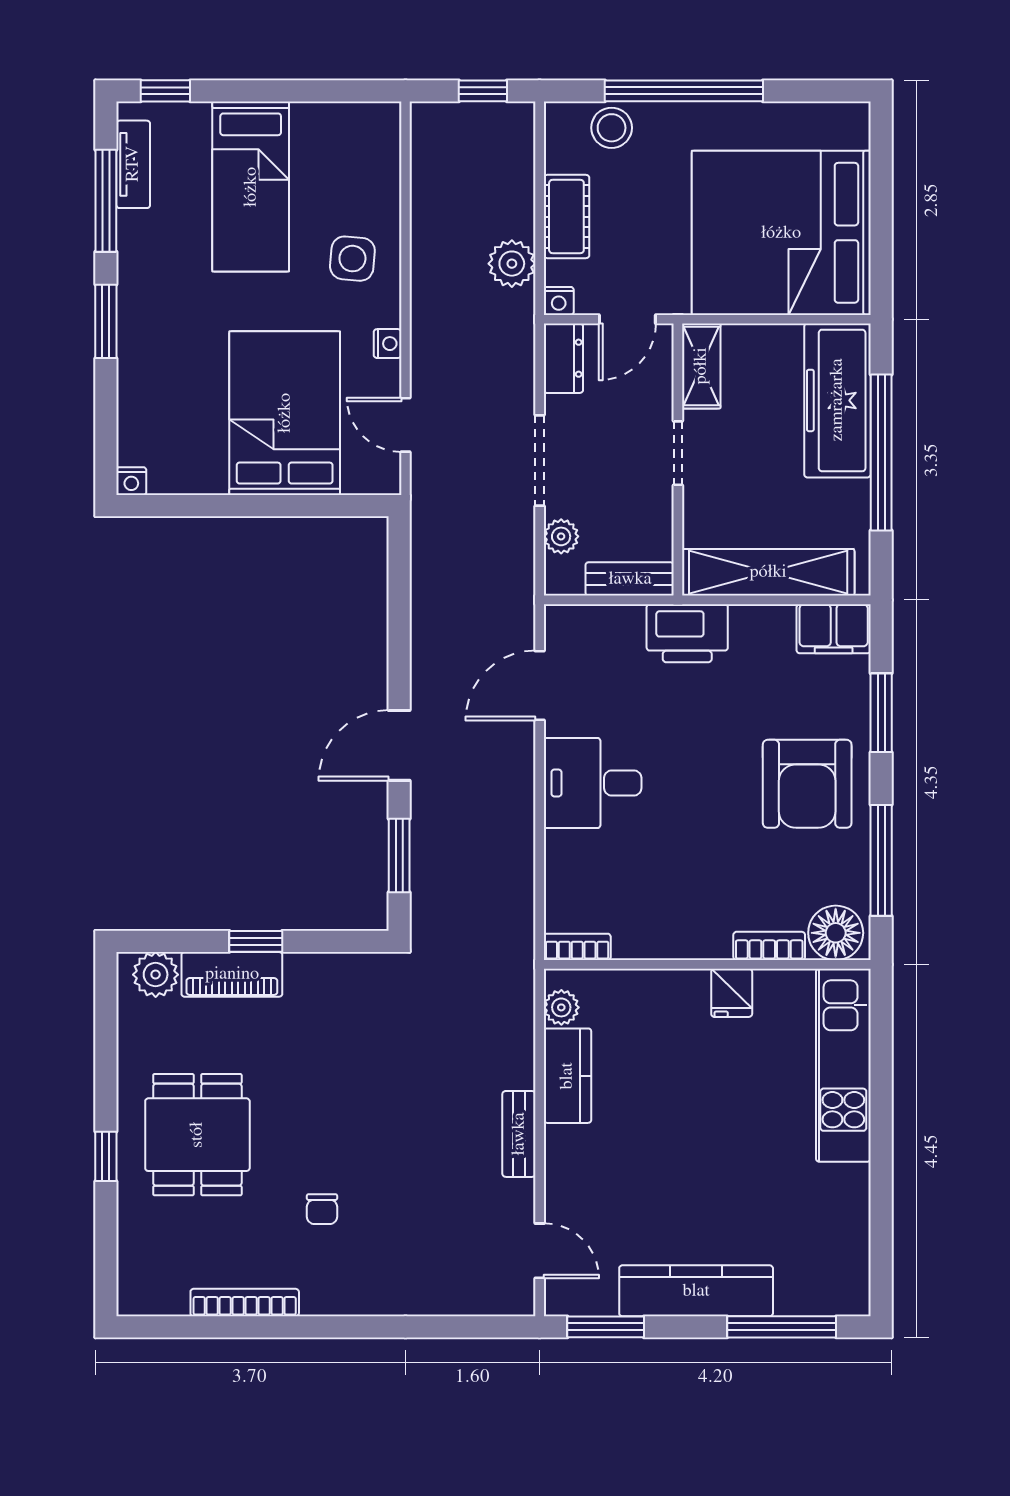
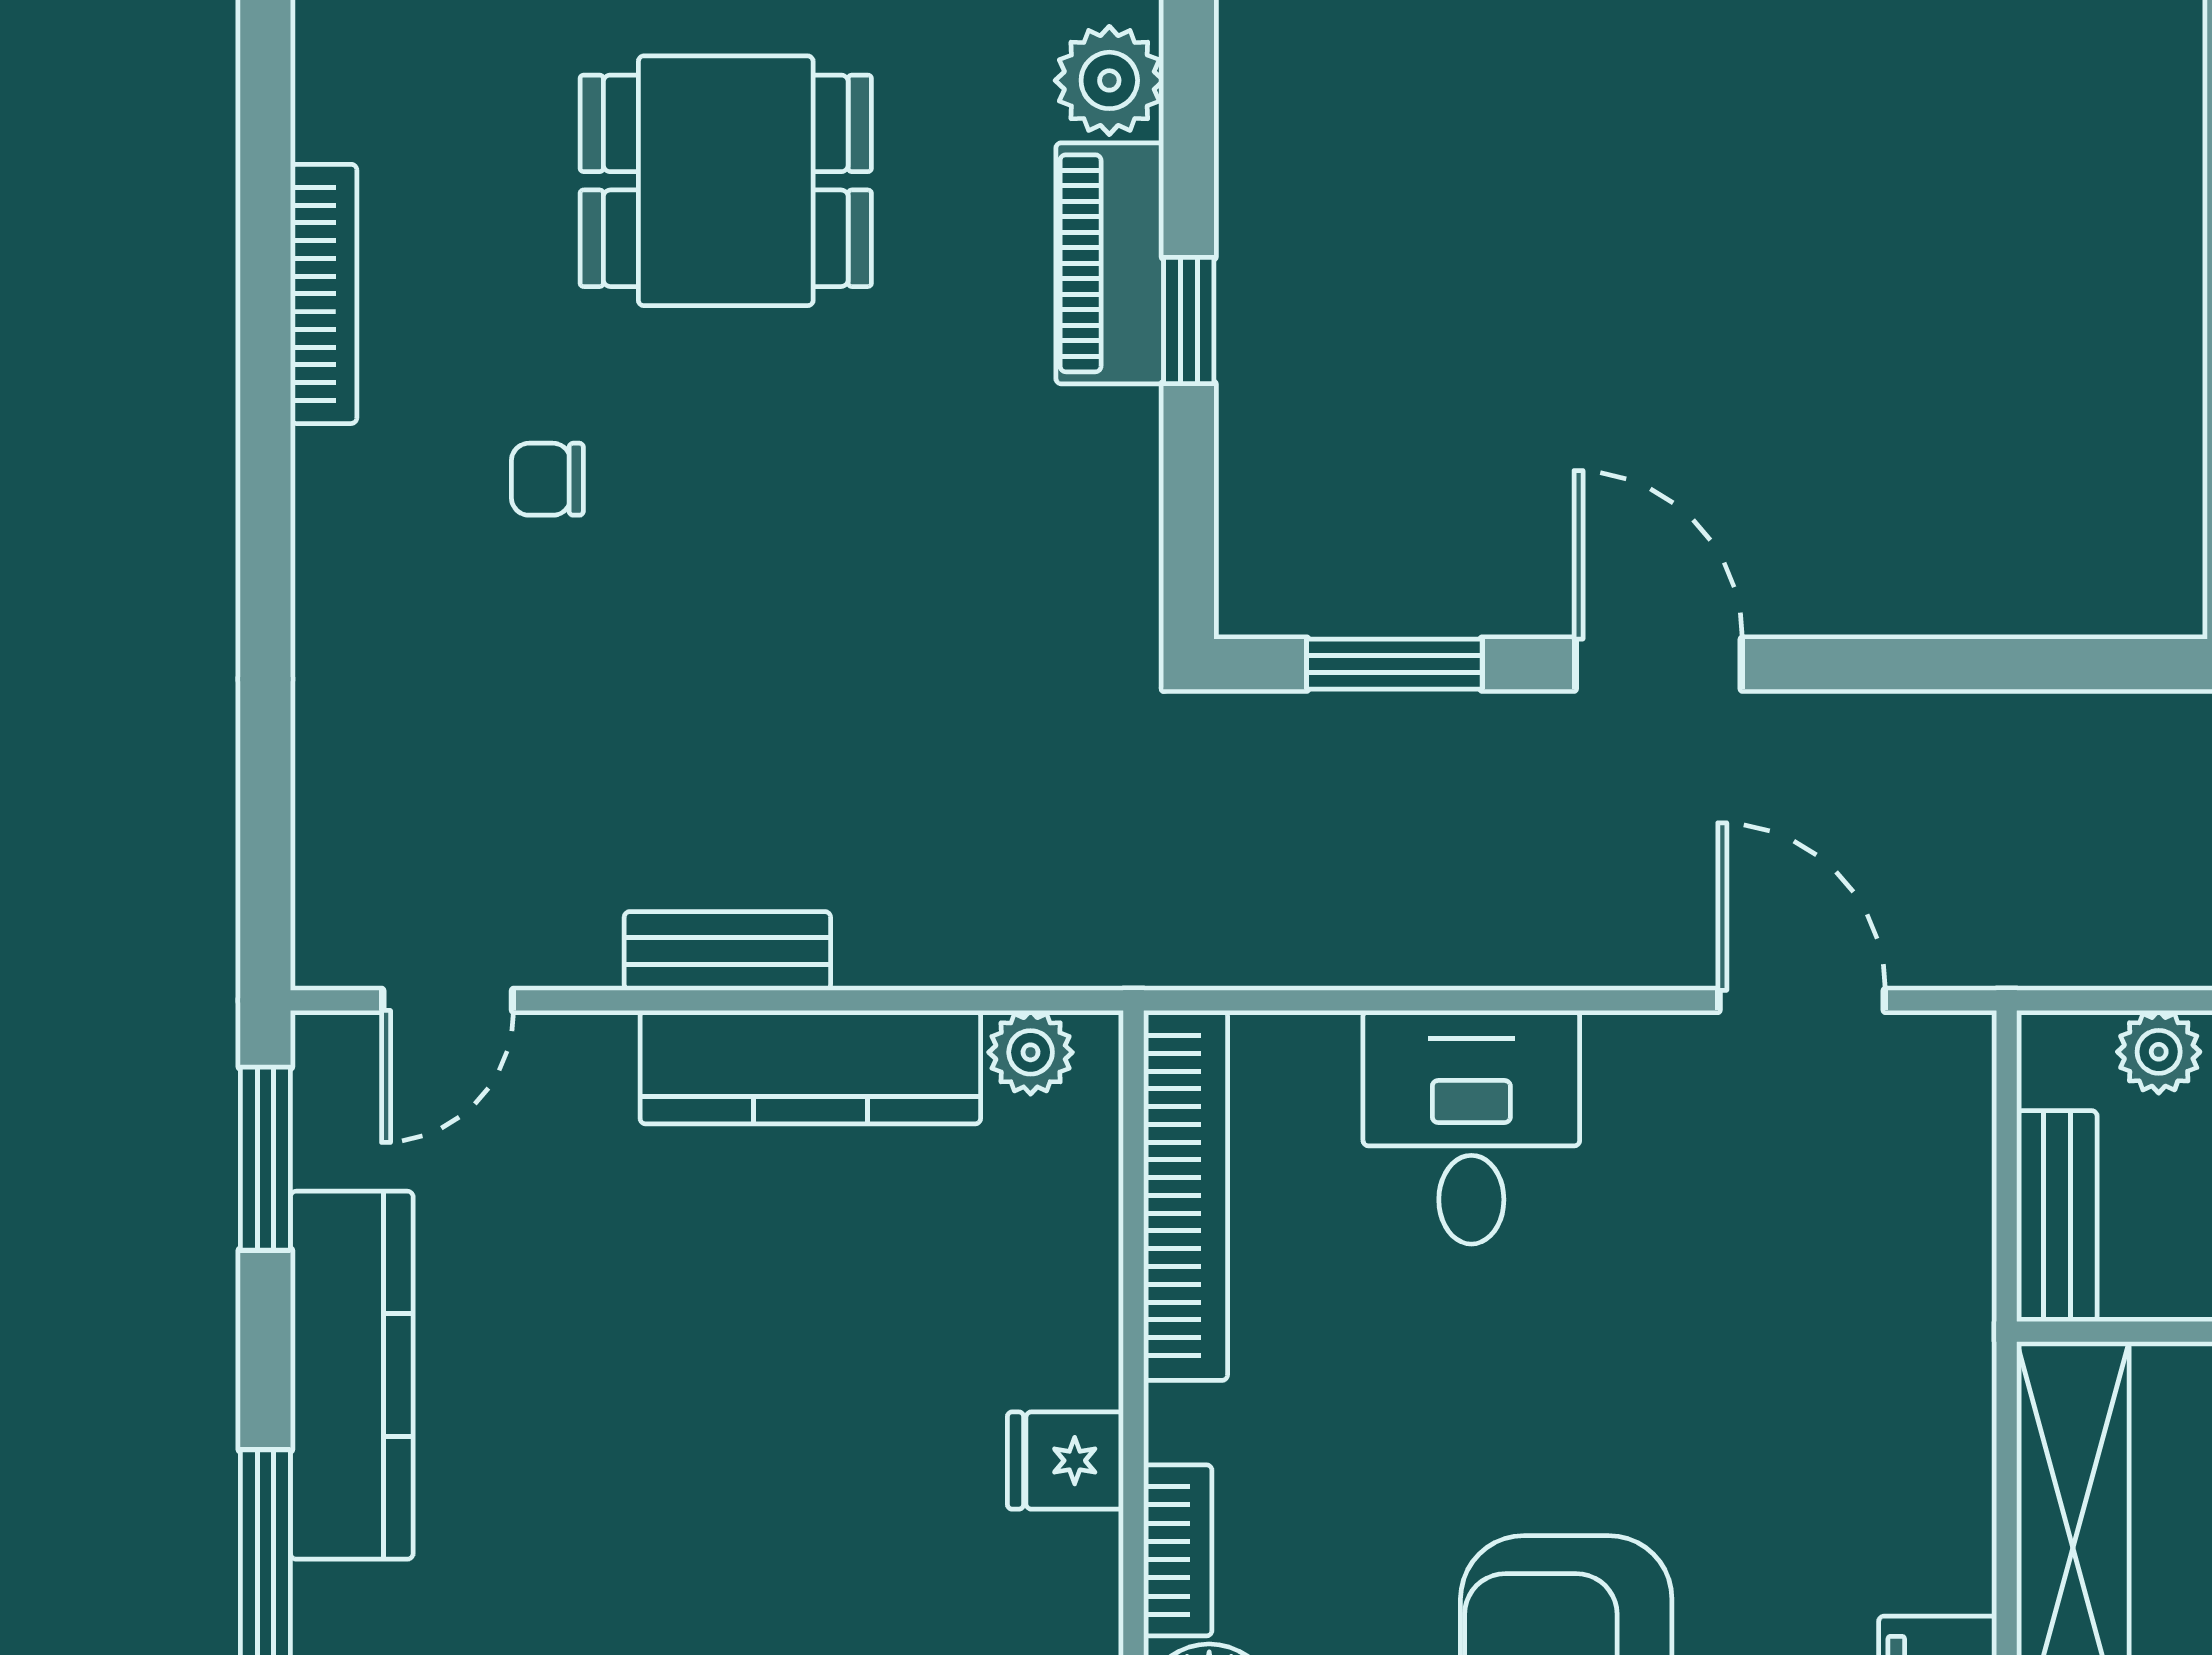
printer: (687, 633) -> (1927, 1354), removed
desk: (593, 783) -> (1471, 1127), moved
bookcase: (577, 947) -> (1186, 1195), width x2.31, depth x1.31
kitchen counter: (567, 1076) -> (810, 1067), width x1.50

